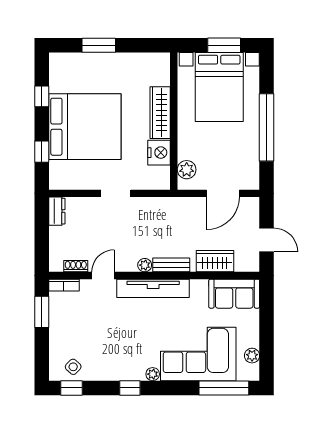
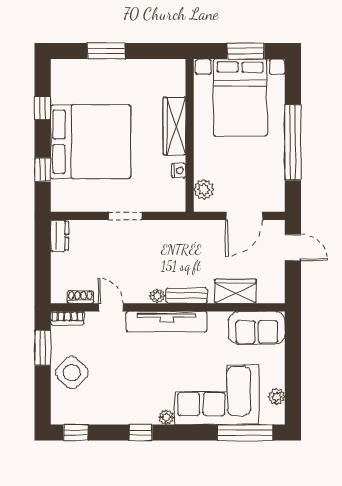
nightstand: (159, 153) -> (179, 171), width x0.53, depth x0.56
door: (267, 240) -> (293, 248), moved
door: (103, 275) -> (111, 307), hinge flipped
side table: (73, 367) -> (72, 373), moved, width x1.87, depth x1.87

